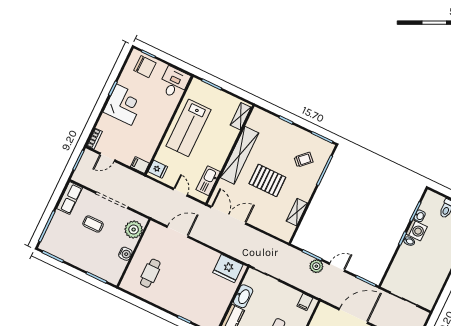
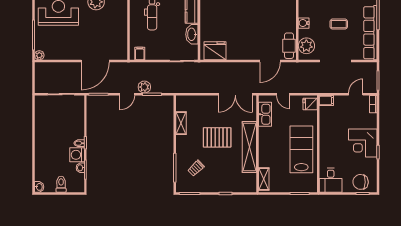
row of seats: (70, 198) -> (370, 33), width x2.02
coffee table: (93, 224) -> (339, 24), moved
cafe table: (150, 273) -> (289, 46), moved

